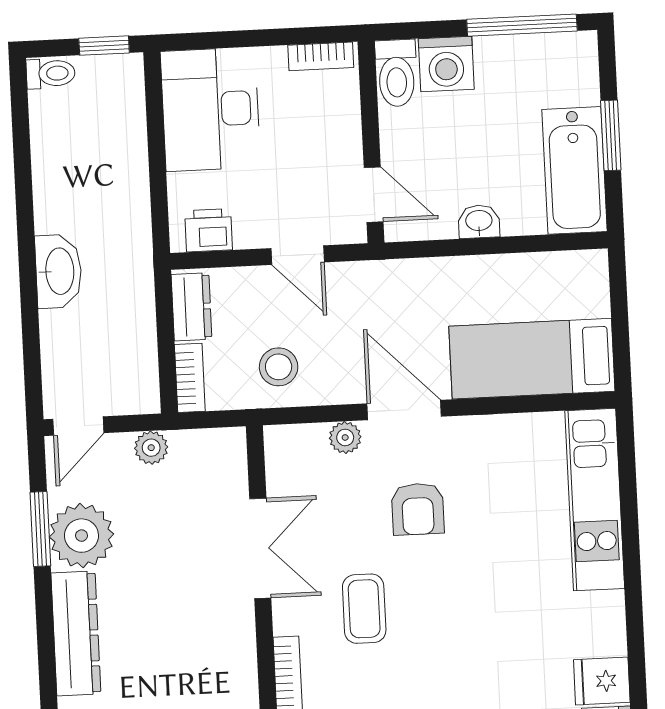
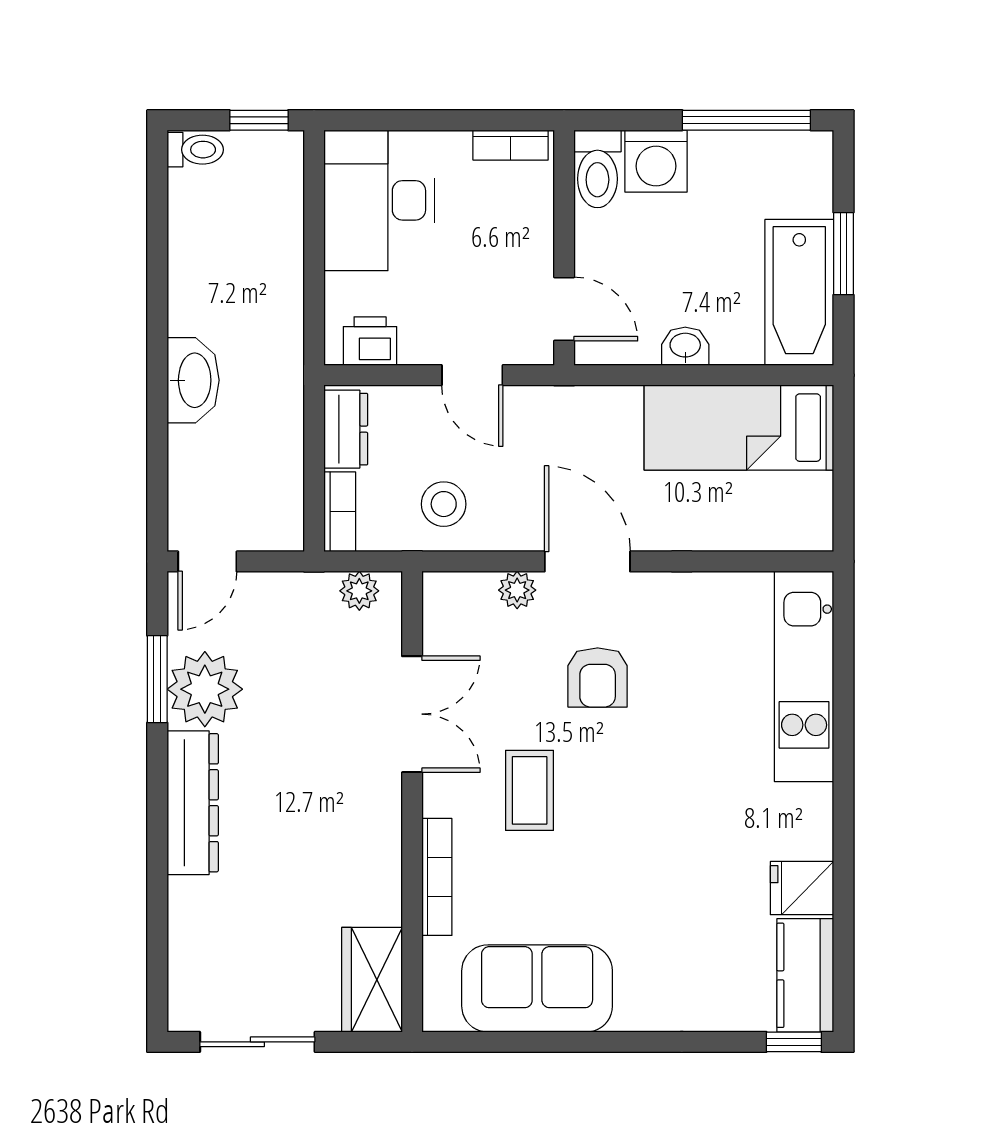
bed: (532, 359) -> (739, 428), moved
plant: (151, 448) -> (359, 591), moved

